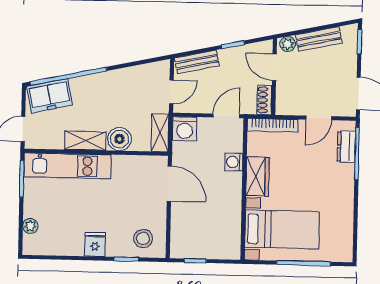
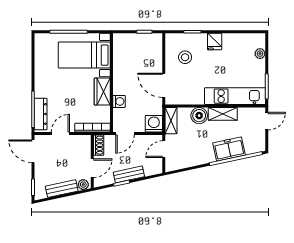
bench: (197, 62) -> (129, 174), moved
door: (274, 67) -> (92, 168), hinge flipped
freezer: (49, 96) -> (229, 149), moved
dresser: (346, 147) -> (41, 114), width x1.44
stool: (143, 238) -> (185, 57), moved

